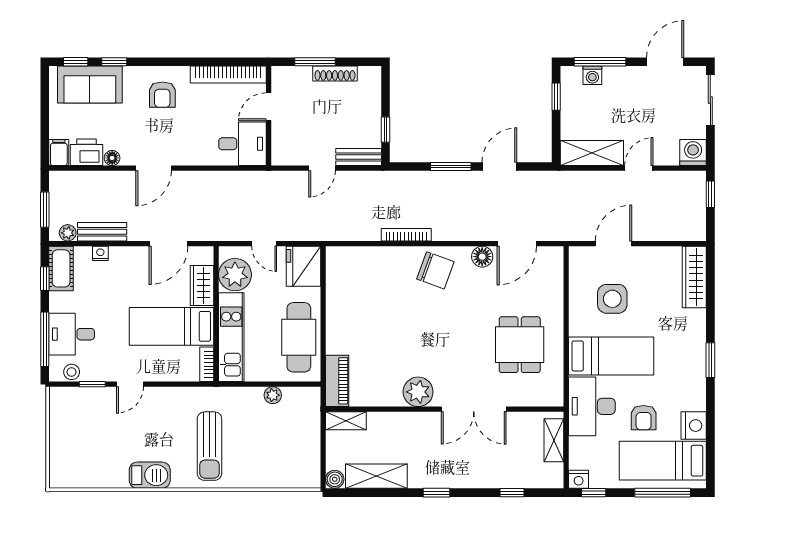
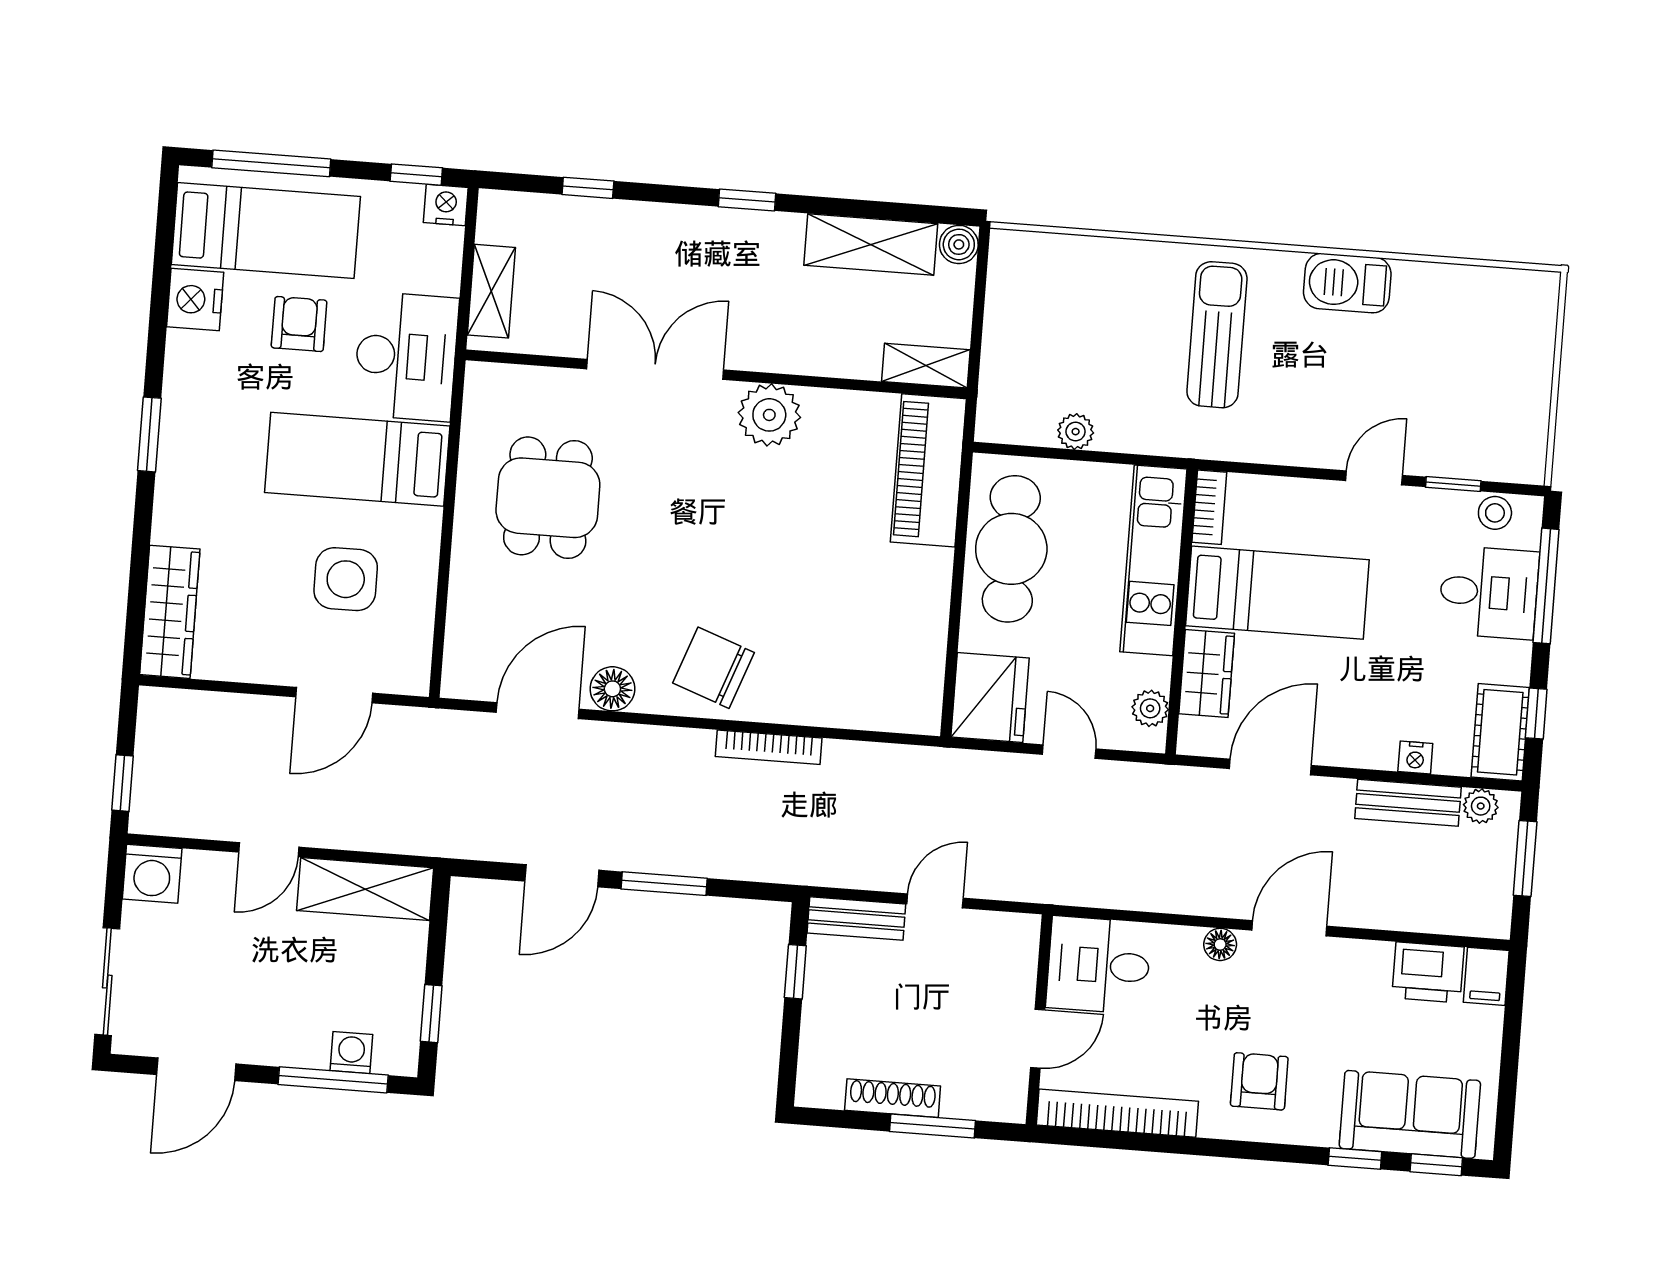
floor lamp: (112, 158) -> (1220, 944), moved
plant: (235, 275) -> (1150, 708), width x0.53, depth x0.53
piano: (337, 381) -> (928, 470), width x1.37, depth x1.33

